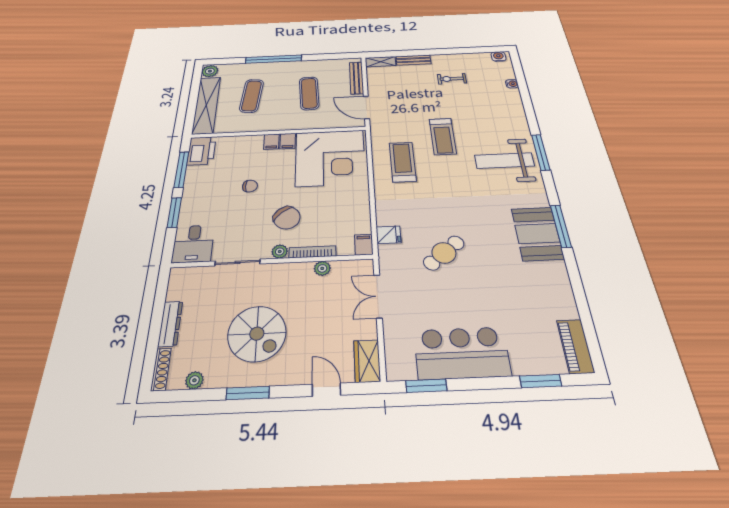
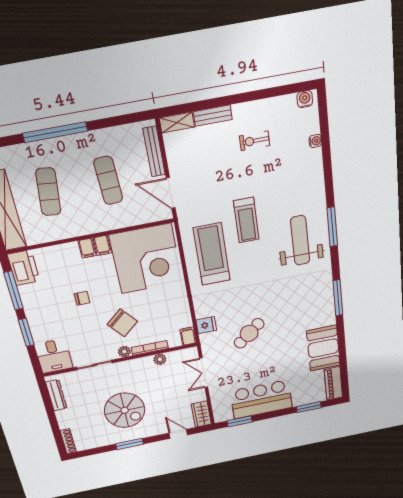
weight bench: (504, 161) -> (300, 240), turned 90
treadmill: (403, 162) -> (212, 254), width x1.37, depth x1.38
booth: (537, 234) -> (323, 348), moved
dresser: (170, 324) -> (56, 395), moved
plant: (194, 380) -> (93, 443), removed

